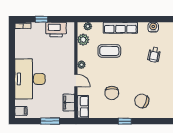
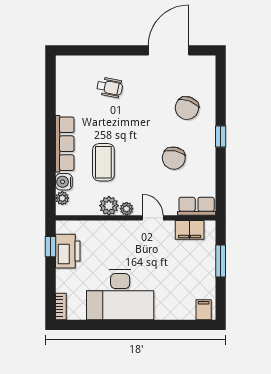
window: (42, 19) -> (50, 247), moved
water cooler: (153, 27) -> (64, 182), moved
plant: (83, 40) -> (109, 206), moved
desk: (30, 79) -> (120, 295), moved
door: (76, 80) -> (153, 218), hinge flipped
chair: (112, 93) -> (174, 158), turned 101

